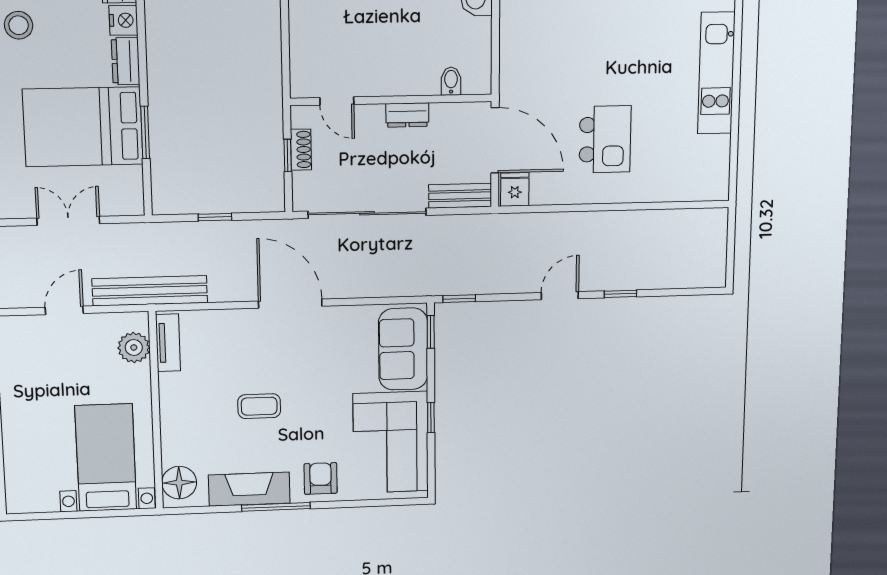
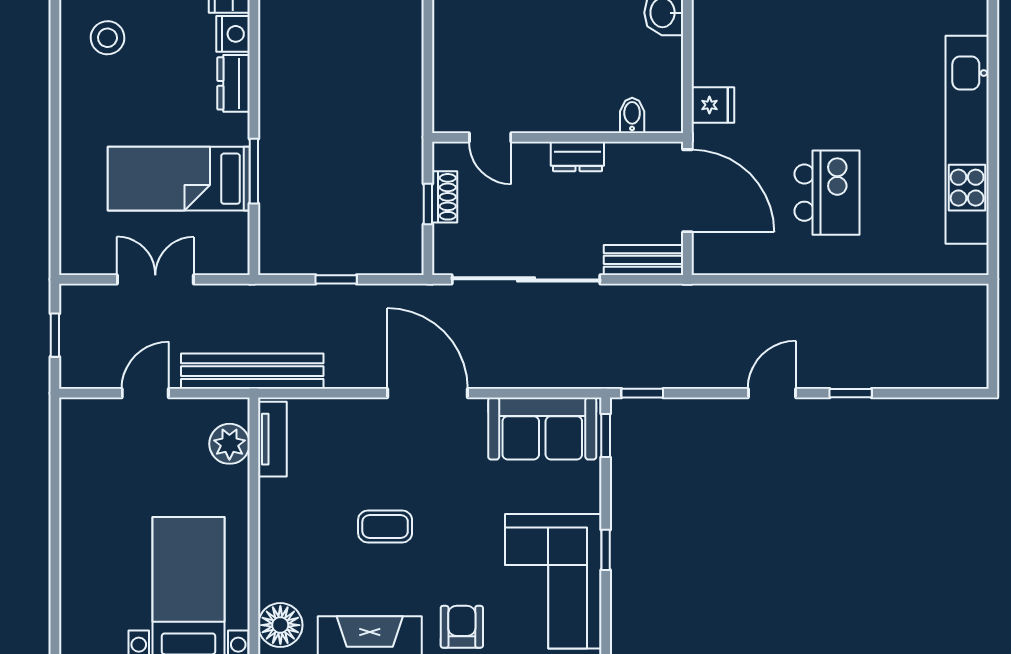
kitchen unit: (716, 73) -> (967, 140), width x1.36
bed: (83, 127) -> (179, 179), width x0.67
fridge: (515, 190) -> (713, 105), moved, turned 90
sofa: (403, 349) -> (542, 429), moved, turned -90

